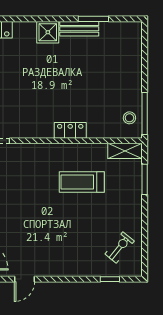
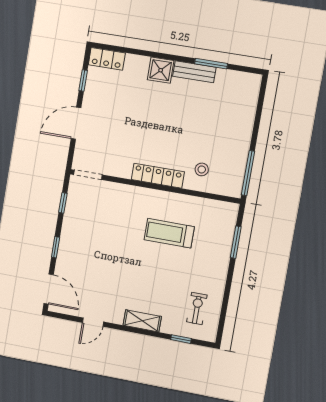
stool: (129, 118) -> (202, 169), moved
locker: (70, 130) -> (158, 176), width x1.53
shelving: (125, 151) -> (142, 321), moved
exercise bike: (120, 248) -> (197, 308), turned -39

